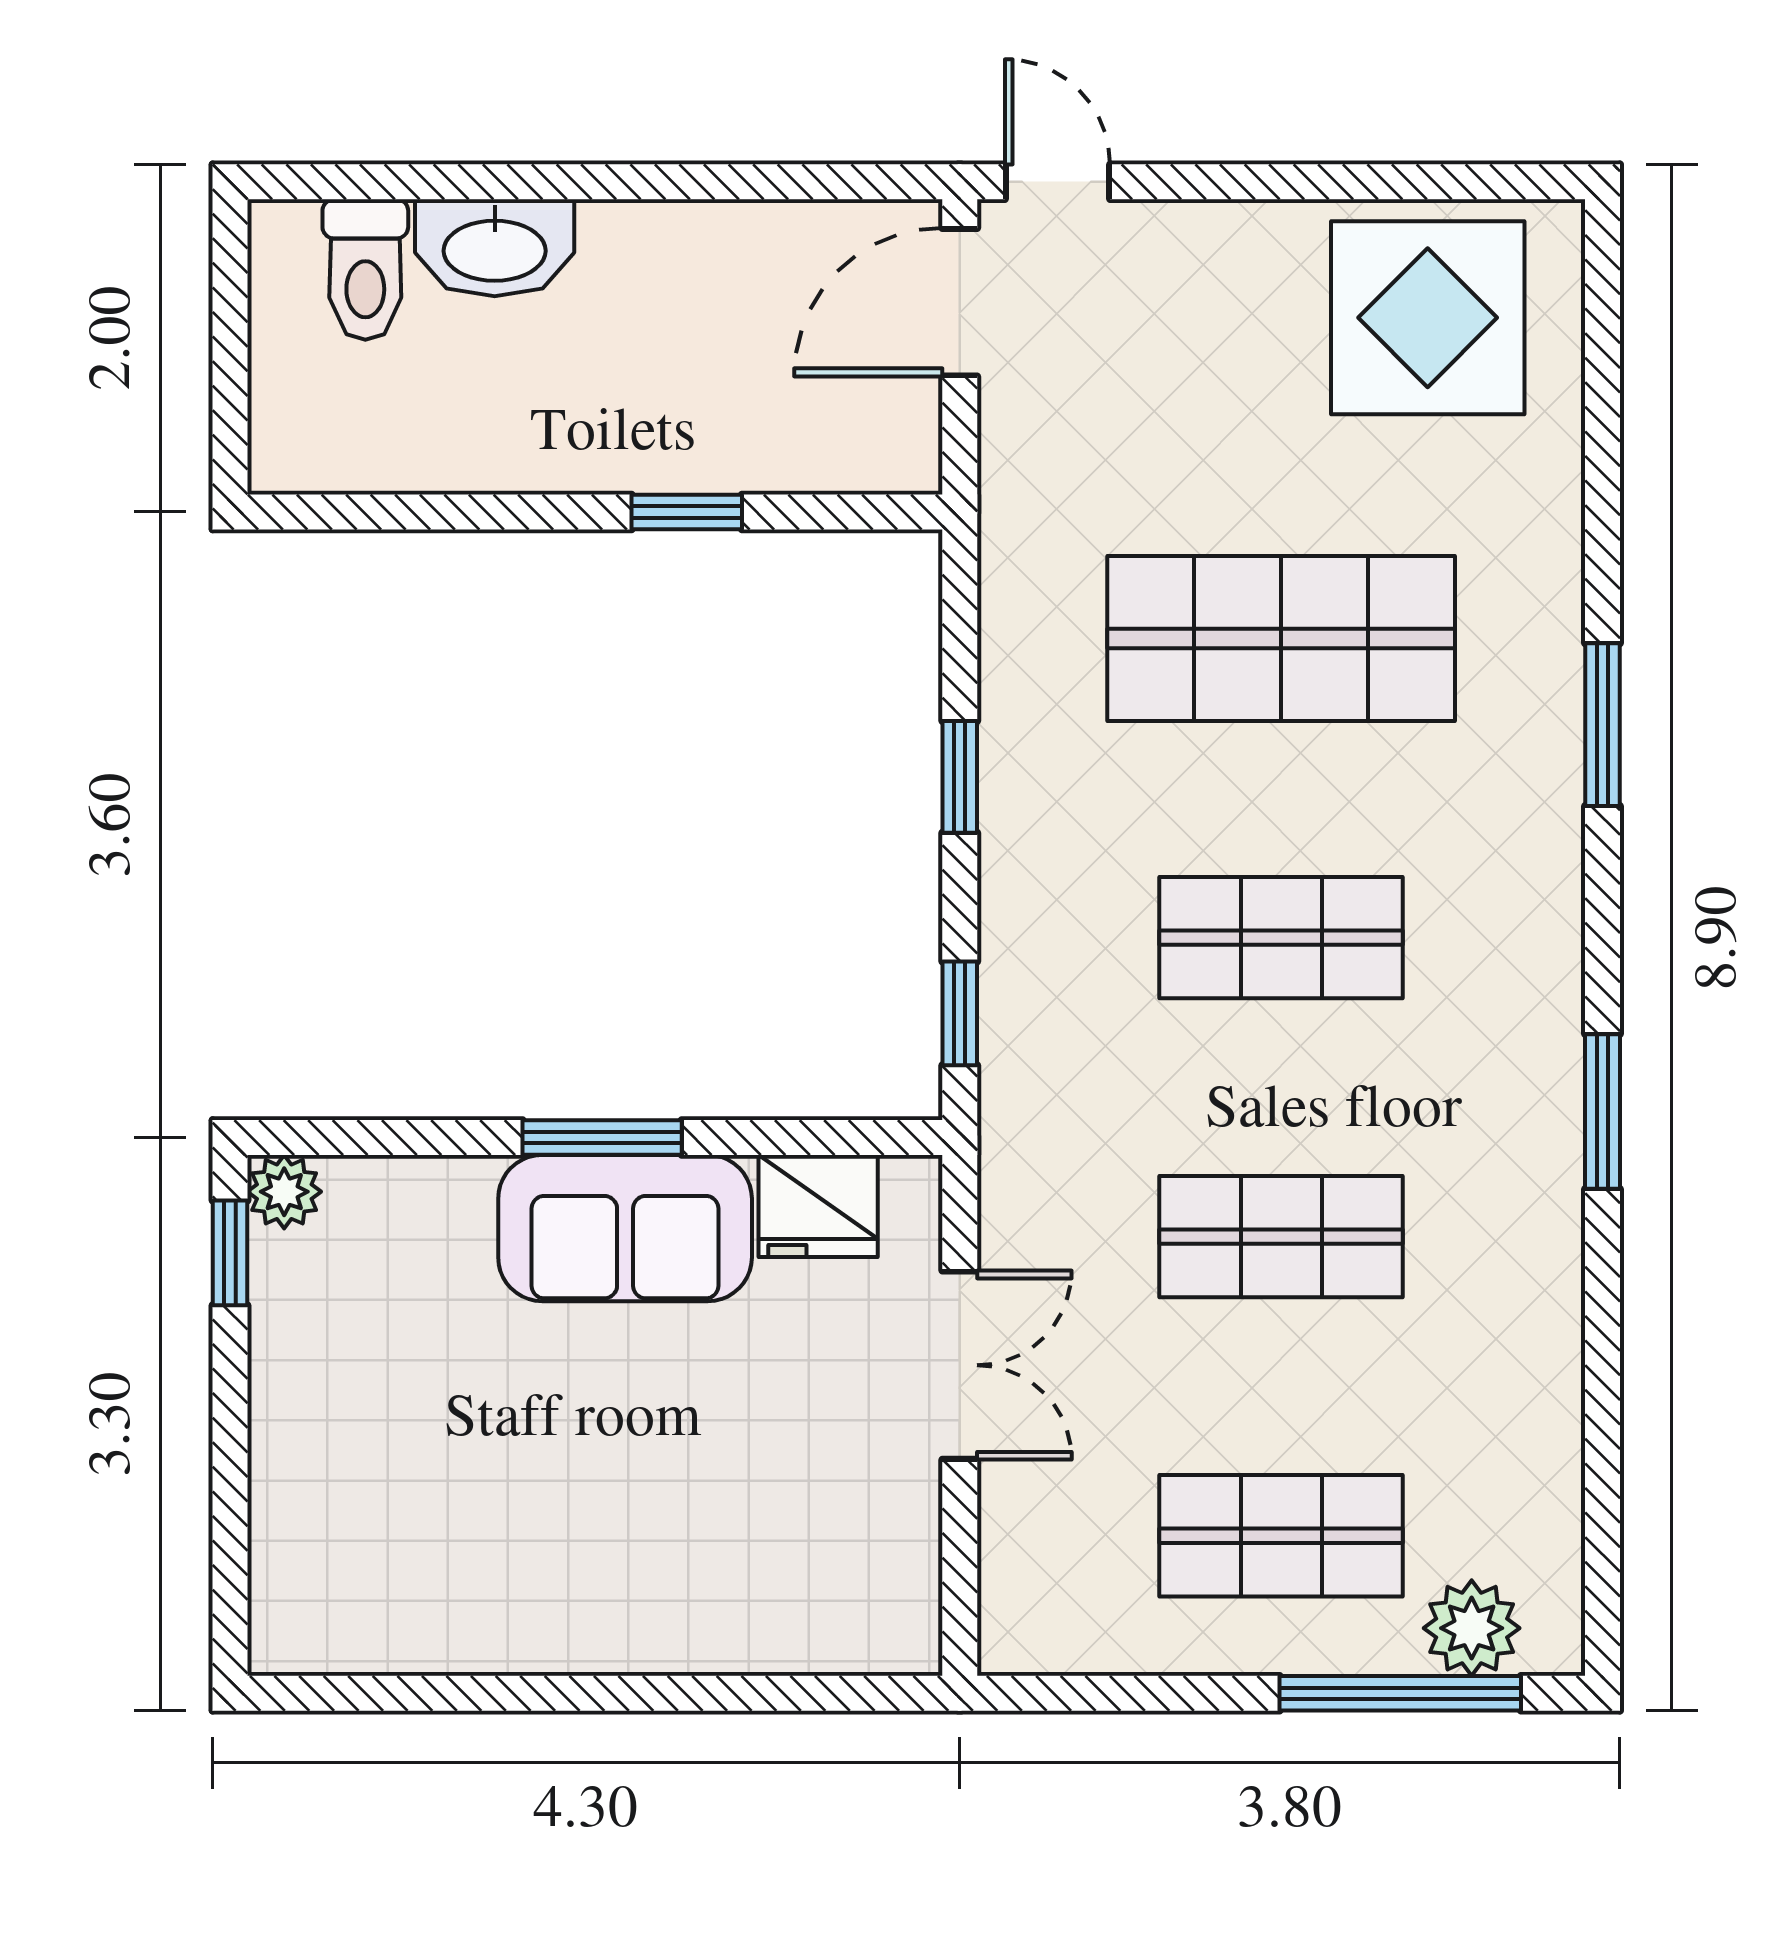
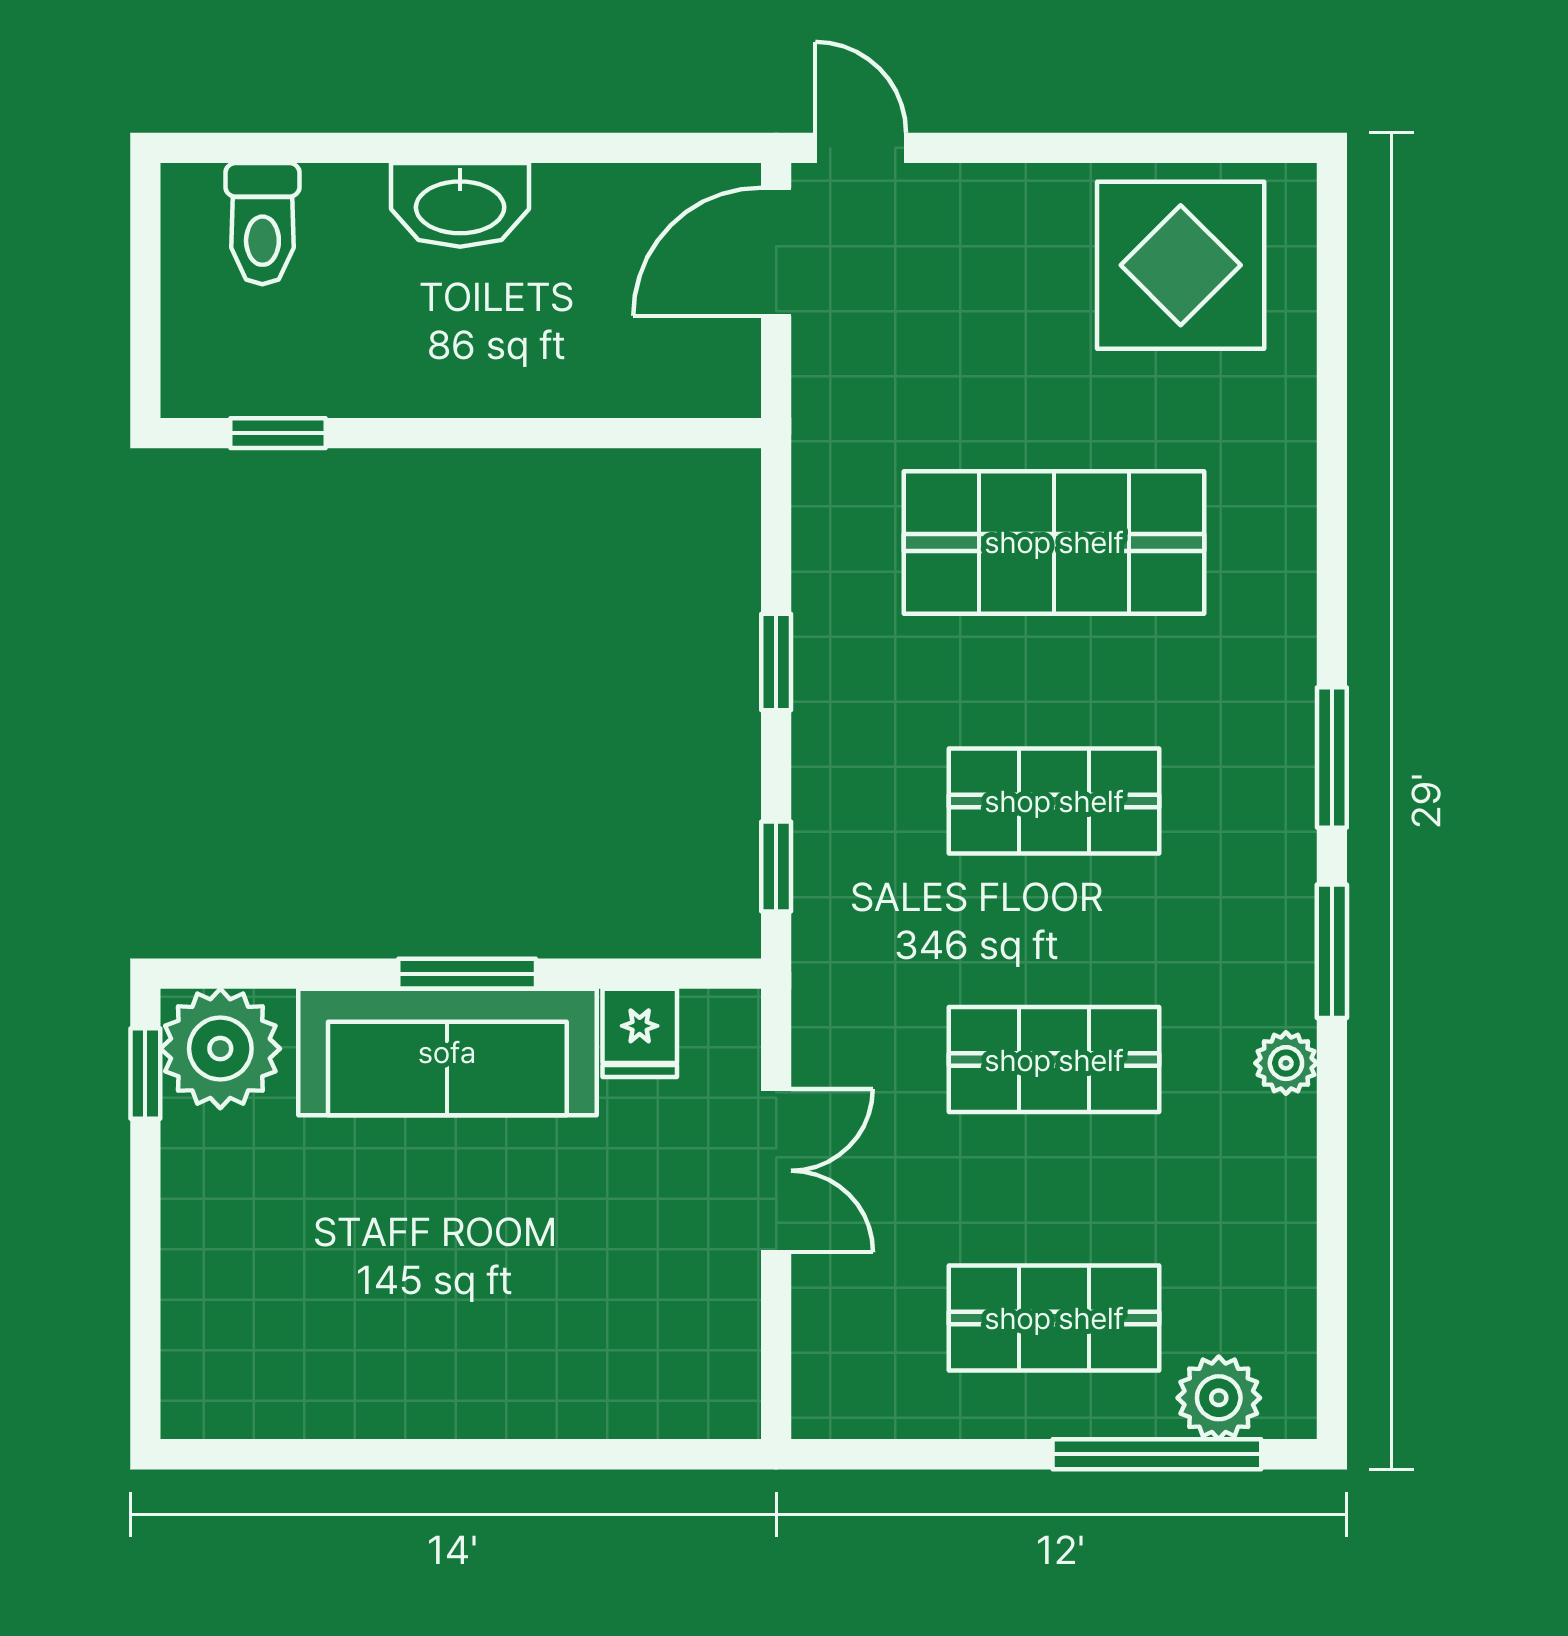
washbasin: (495, 248) -> (460, 205), moved
window: (687, 512) -> (278, 433), moved
window: (1602, 725) -> (1332, 758), moved
plant: (284, 1192) -> (220, 1049), width x1.88, depth x1.88
fridge: (818, 1206) -> (640, 1033), width x0.72
sofa: (625, 1228) -> (447, 1052), width x1.36
plant: (1549, 1241) -> (1286, 1063), added

